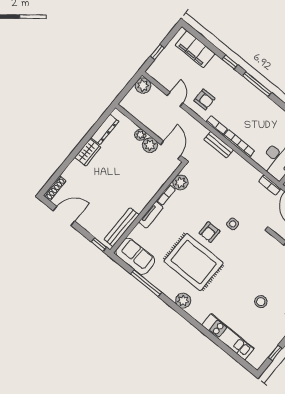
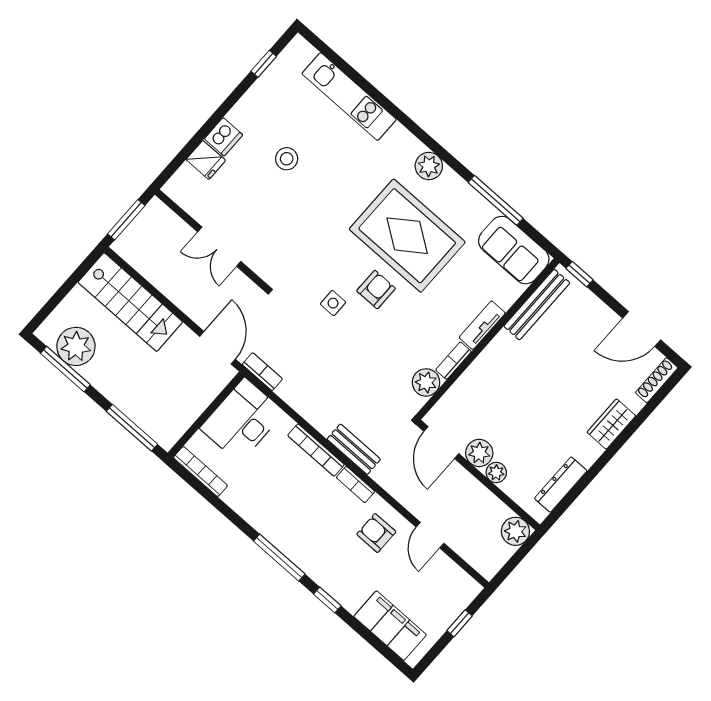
plant: (143, 86) -> (515, 531), moved
wardrobe: (88, 152) -> (611, 424), moved

